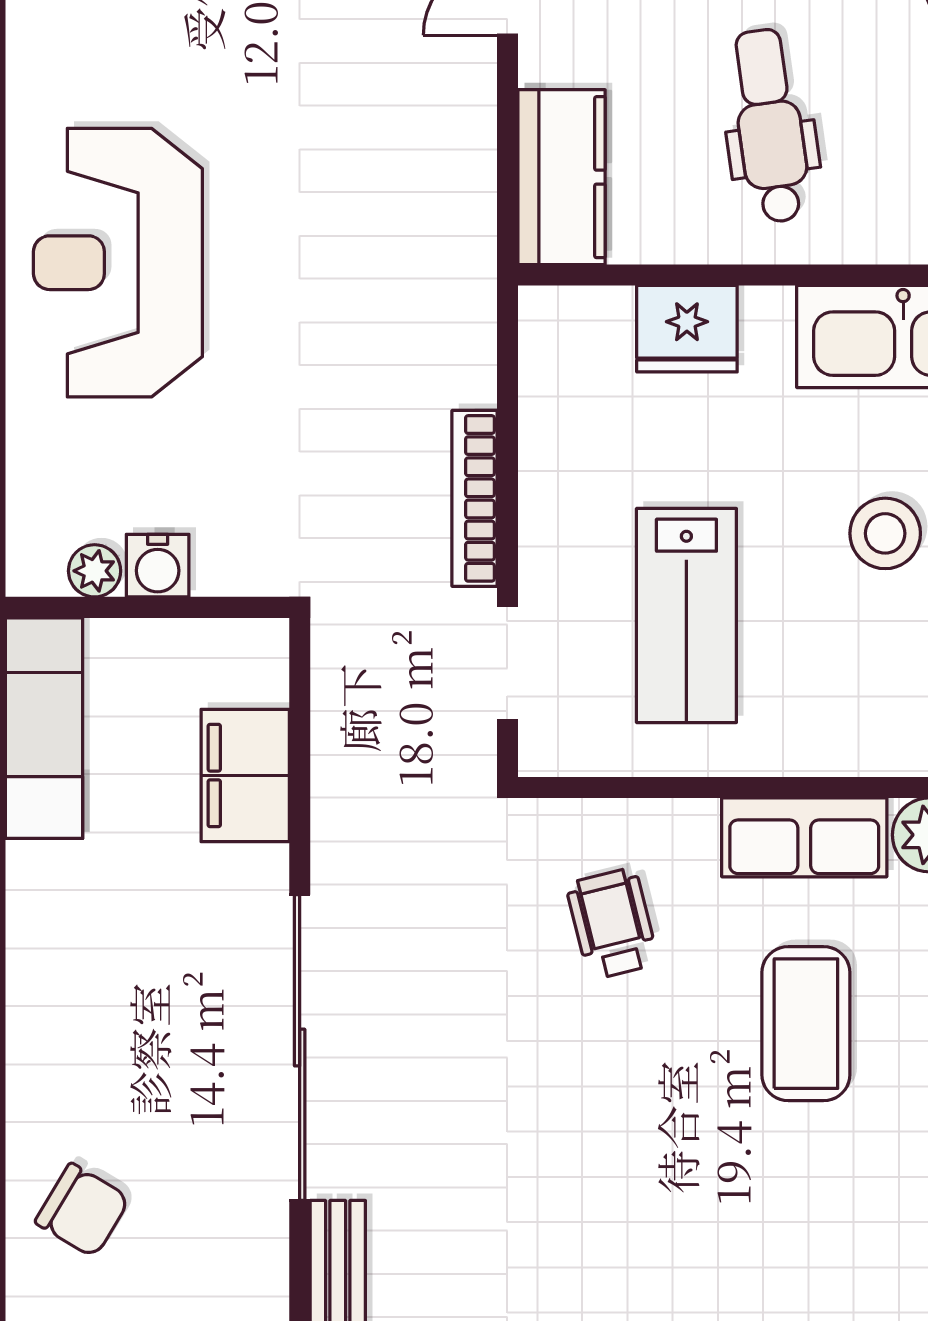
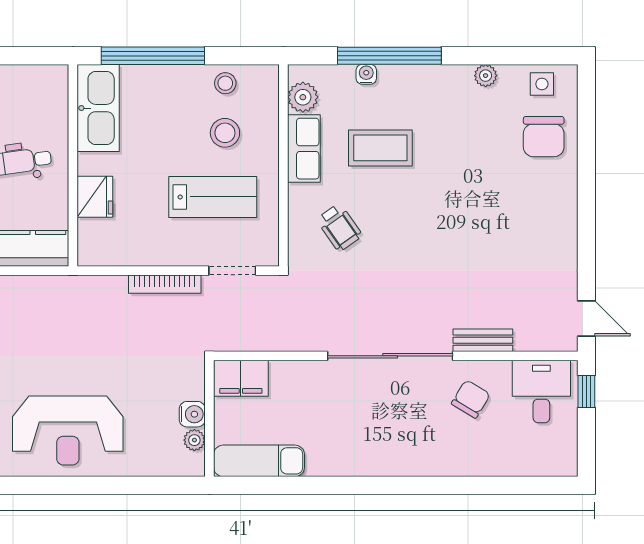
stool: (885, 533) -> (225, 133), moved
filing cabinet: (245, 775) -> (241, 378), moved
wheelchair: (612, 924) -> (339, 227), turned -111
chair: (82, 1210) -> (471, 399), moved

